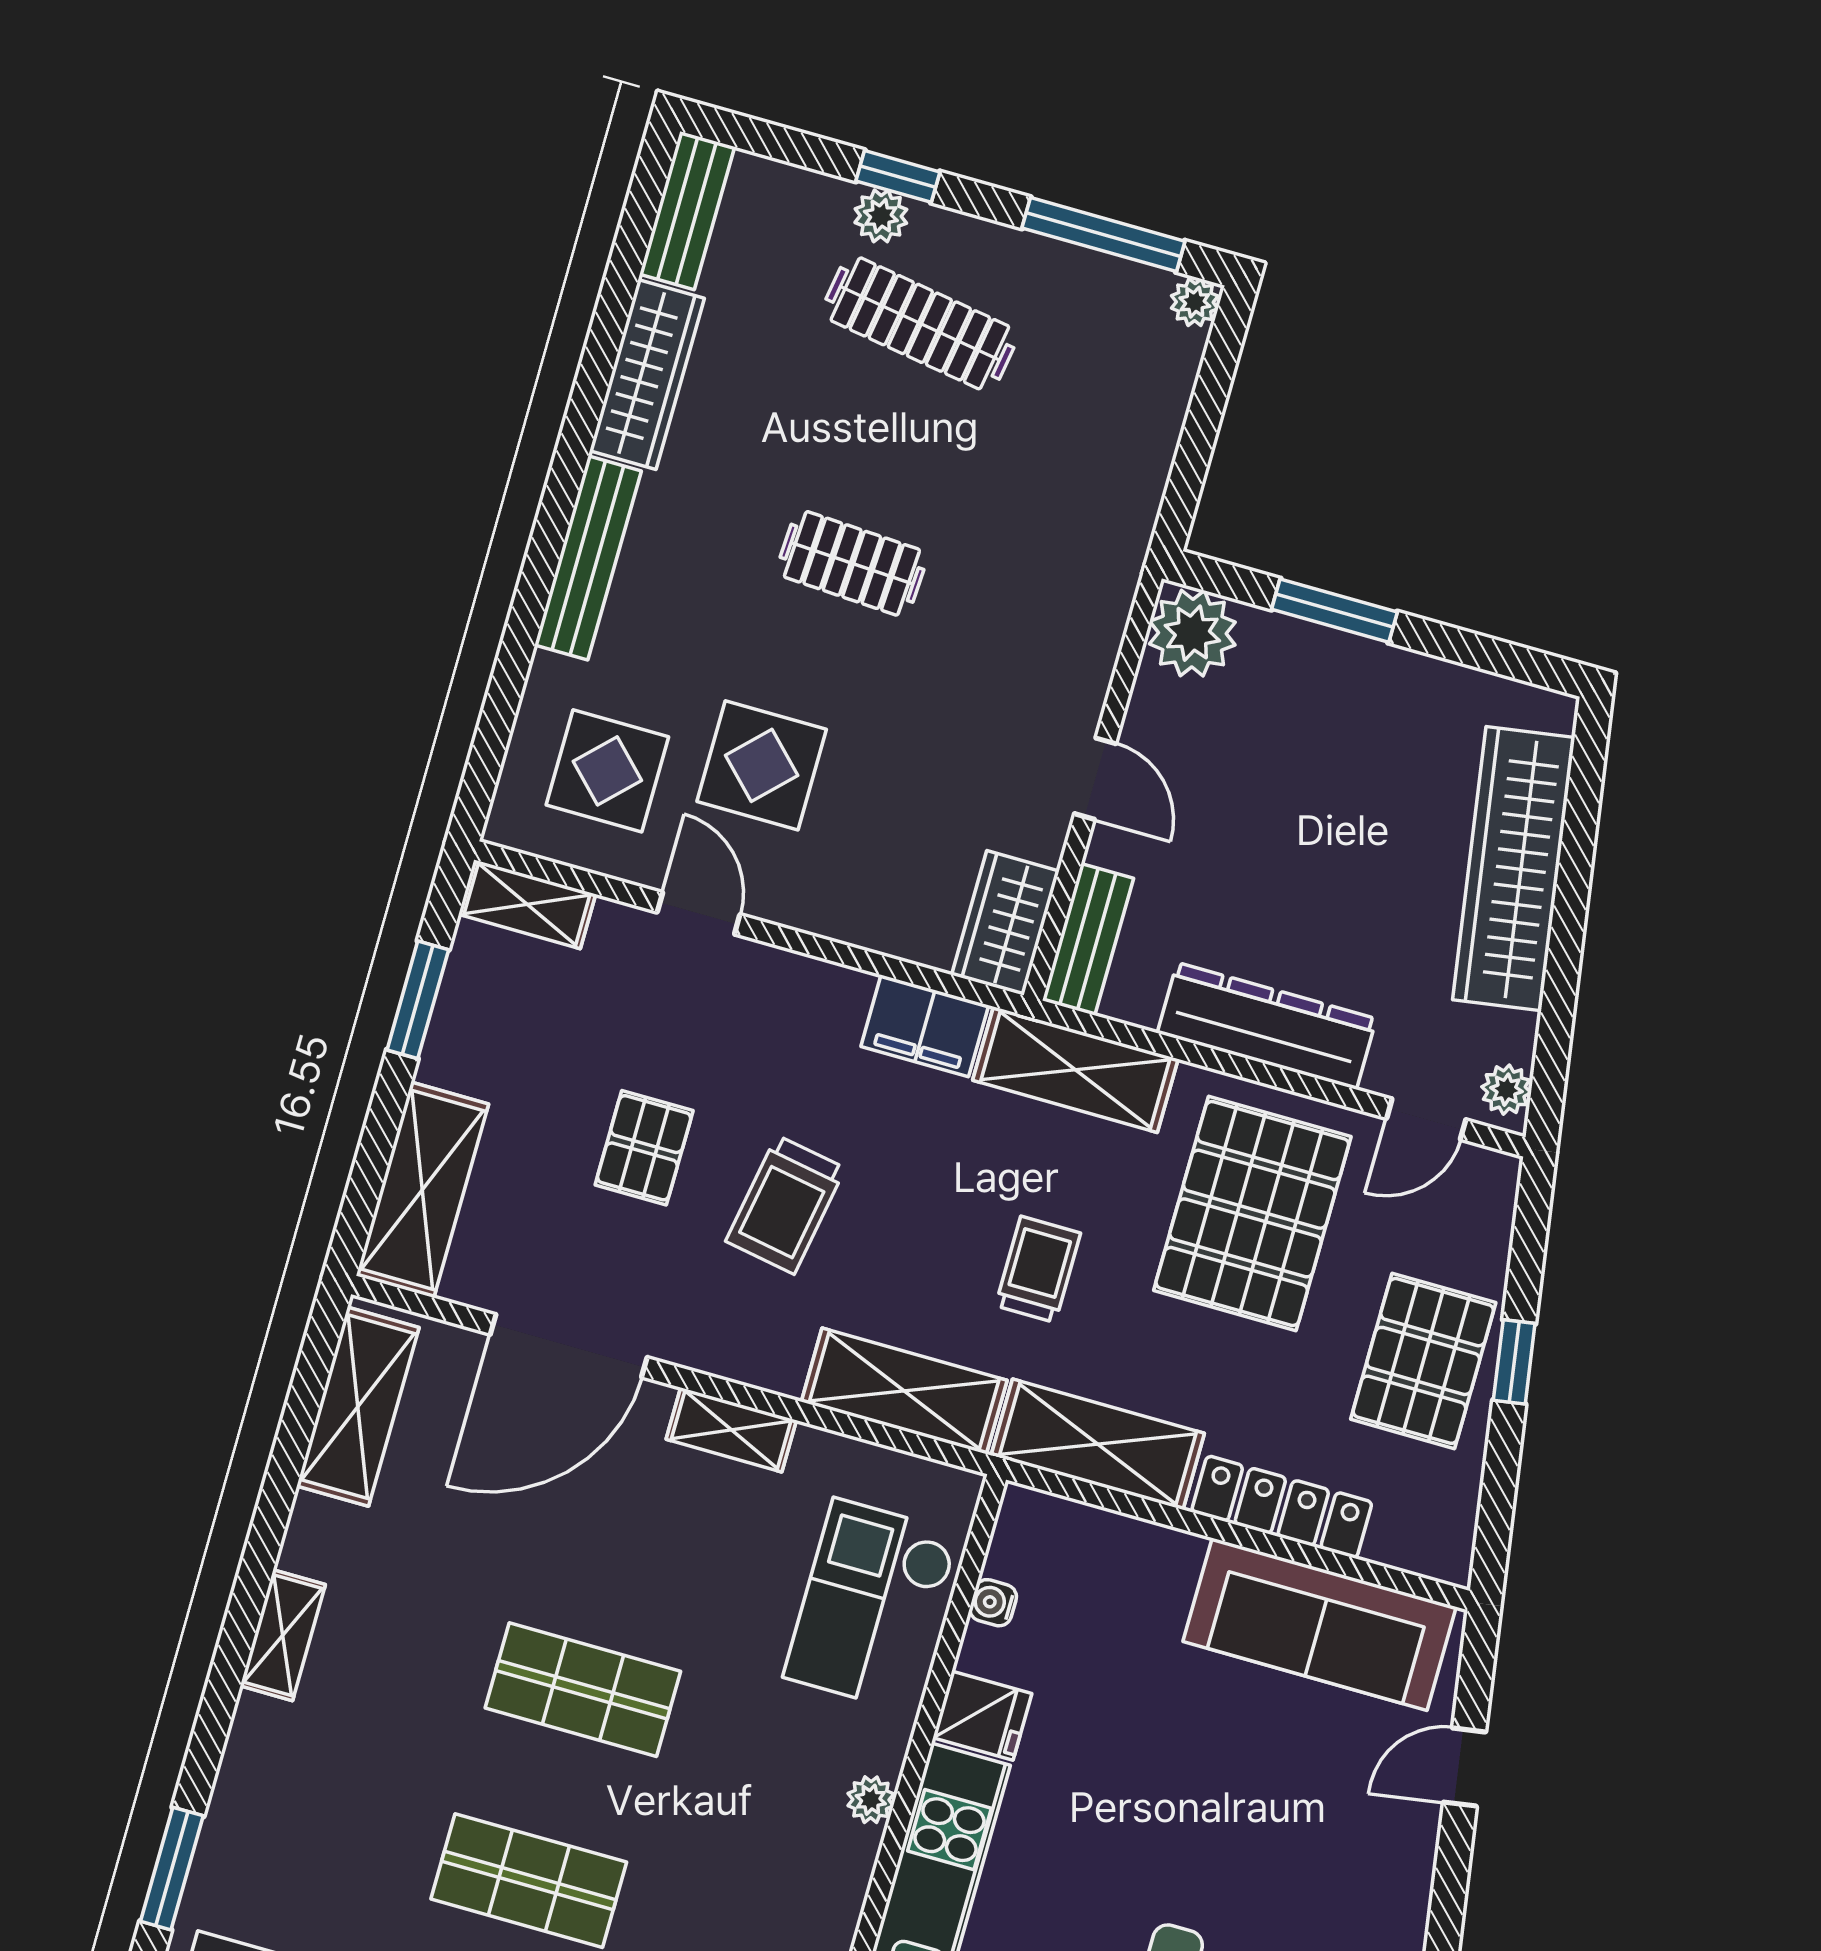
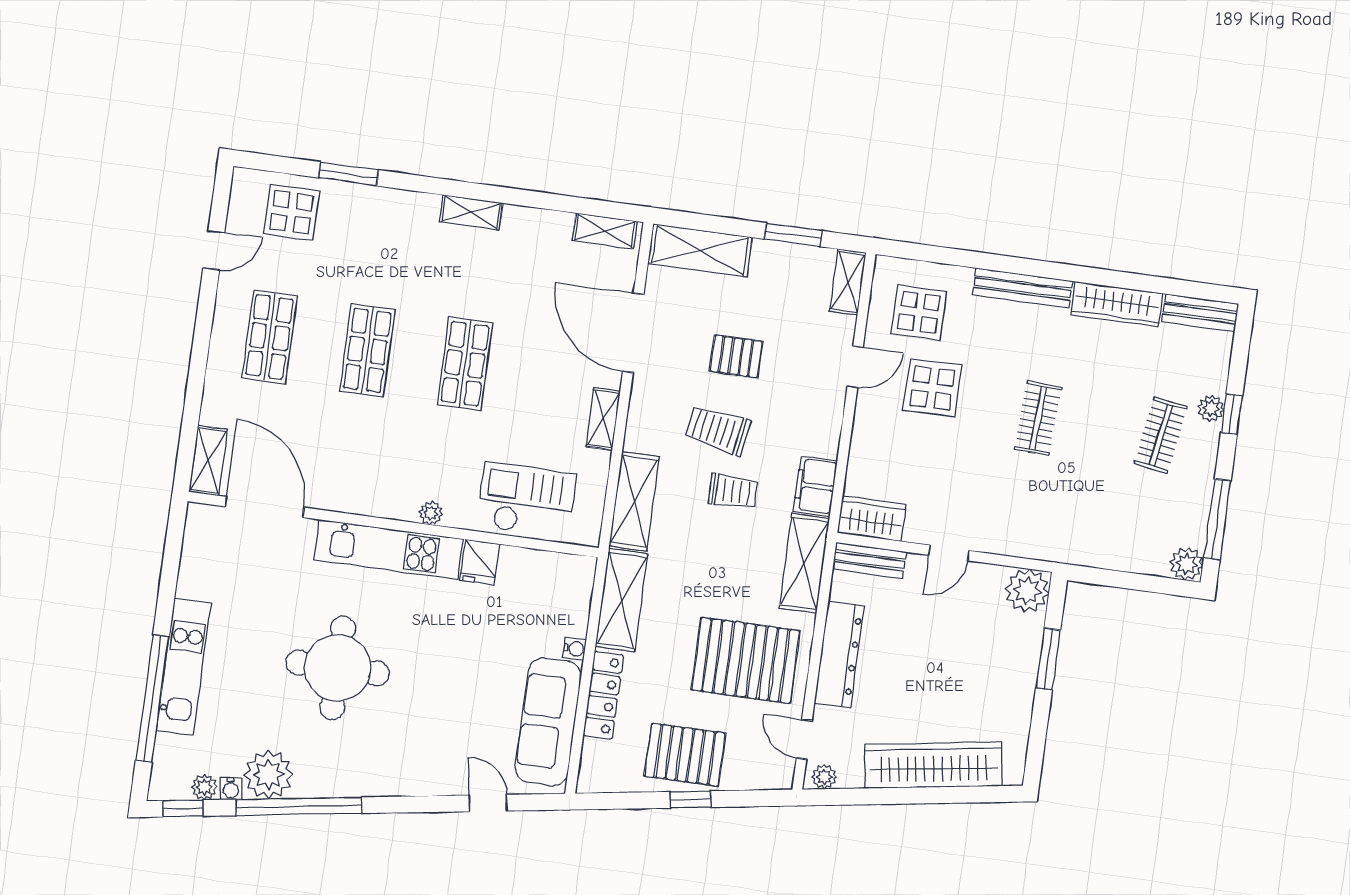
plant: (1195, 302) -> (1186, 564), width x1.38, depth x1.38
clothes rail: (920, 323) -> (1161, 435), width x0.73
trolley: (1038, 1269) -> (733, 491), moved
shelving: (358, 1407) -> (605, 231), width x0.67, depth x0.75
water cooler: (993, 1603) -> (575, 649), moved, turned 90

